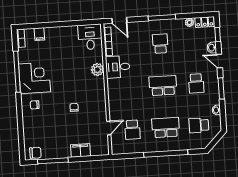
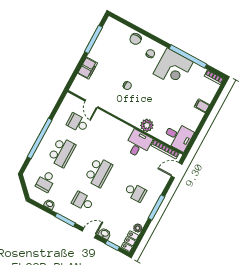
filing cabinet: (39, 34) -> (202, 106), moved
school desk: (199, 125) -> (46, 181), turned 180
chair: (35, 153) -> (136, 39), moved

